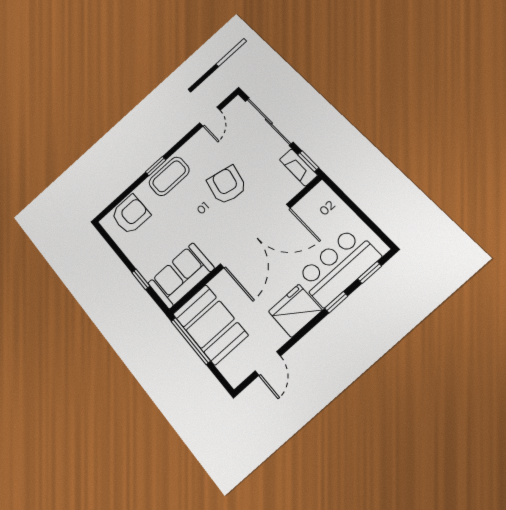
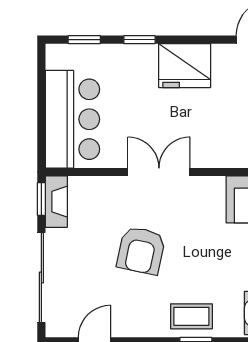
coffee table: (169, 176) -> (191, 316), width x0.73, depth x0.77
double door: (255, 236) -> (159, 172), width x0.54
bar counter: (338, 267) -> (72, 119), moved, turned -90

